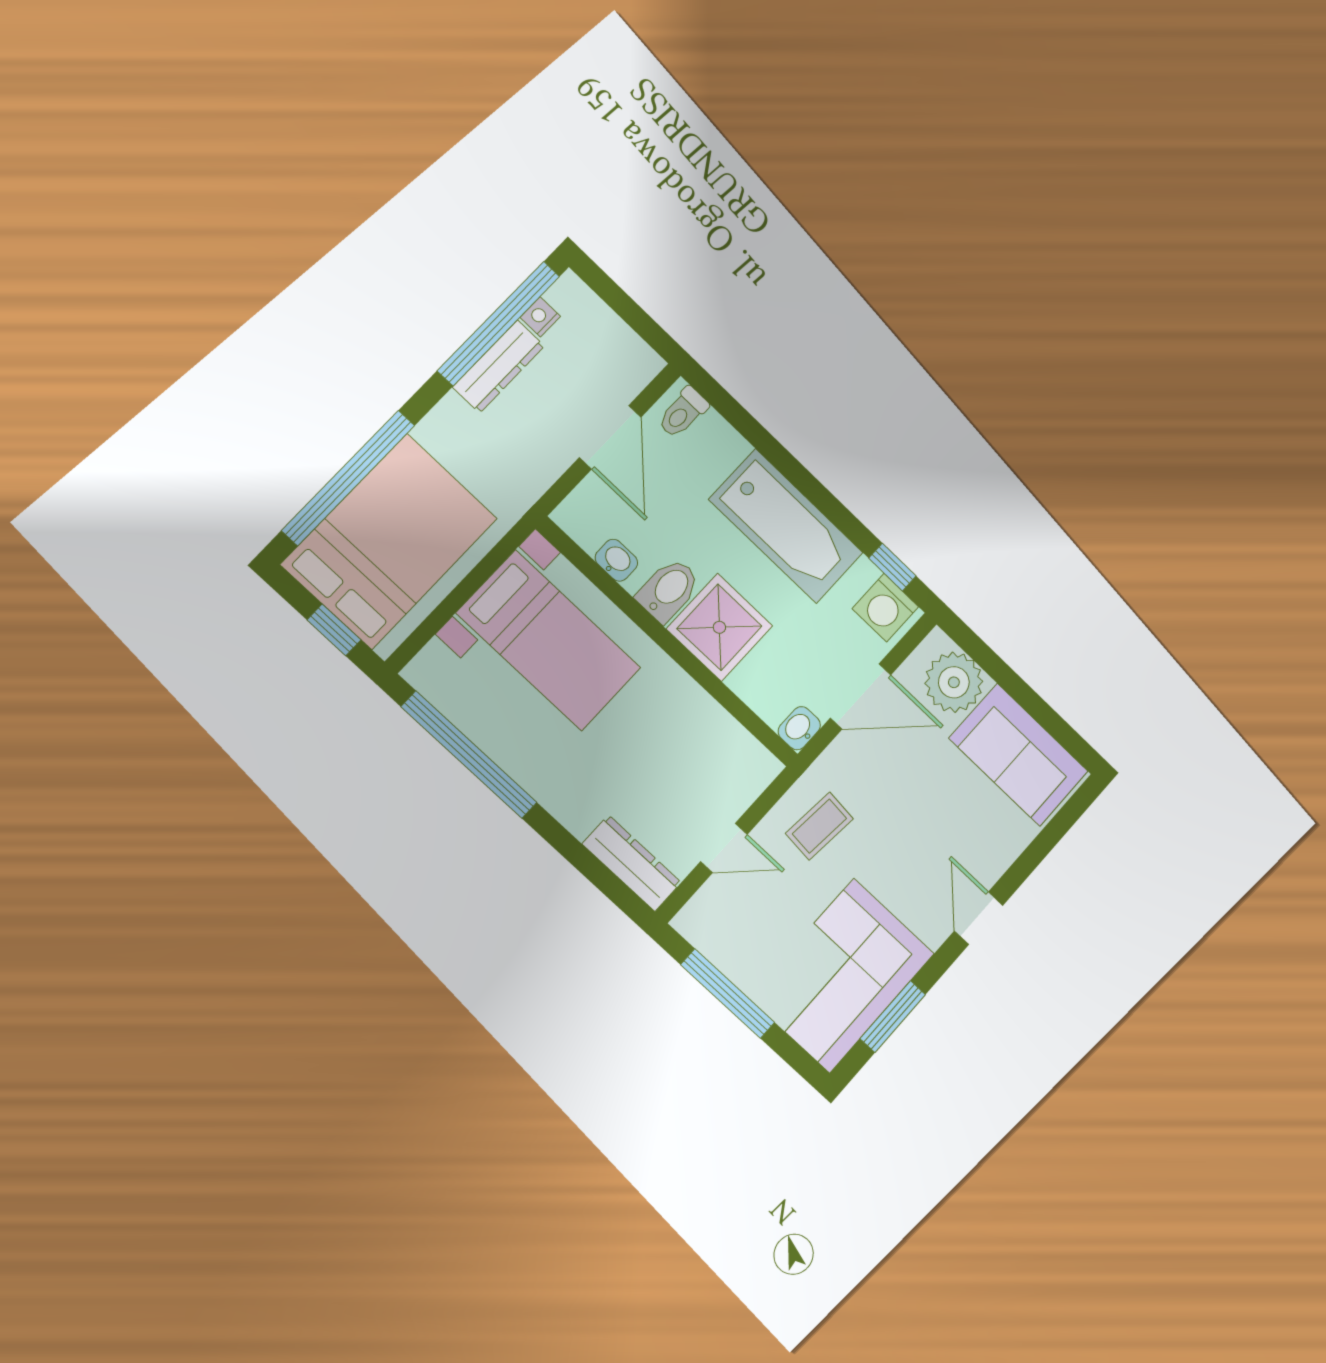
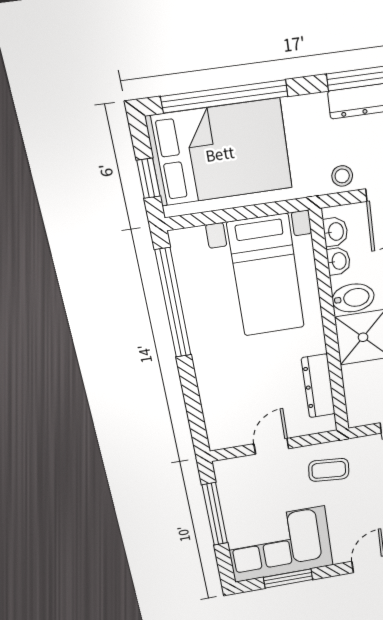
stool: (542, 463) -> (342, 176), added
washbasin: (799, 728) -> (335, 232), moved, turned 90
door: (724, 848) -> (271, 446), swing flipped
dresser: (632, 863) -> (318, 386), moved, turned 180

